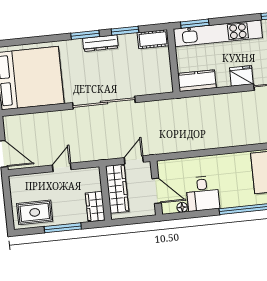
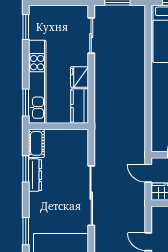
window: (85, 35) -> (26, 231), moved
dresser: (100, 43) -> (35, 175), moved
fridge: (241, 76) -> (79, 77), moved

